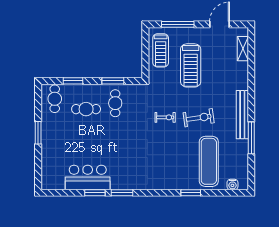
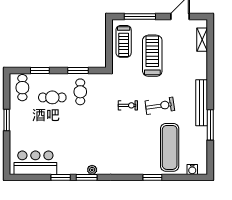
treadmill: (191, 65) -> (152, 56), turned 180
bar counter: (88, 177) -> (35, 163), moved
plant: (128, 185) -> (92, 170), added

